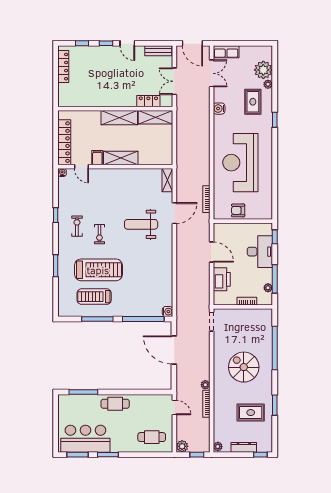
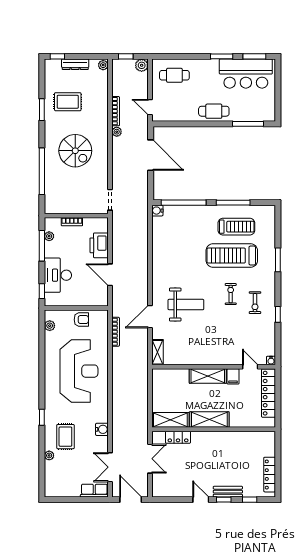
bench: (158, 51) -> (228, 492), moved
plant: (263, 70) -> (50, 326), moved, width x0.53, depth x0.53
door: (174, 350) -> (151, 155), moved

